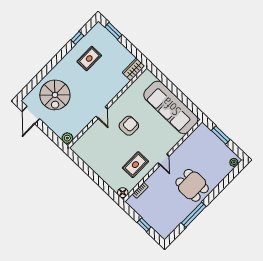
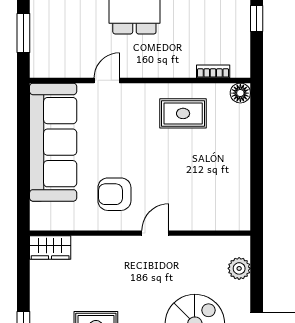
armchair: (129, 126) -> (114, 194), moved
plant: (67, 138) -> (239, 268), moved
door: (164, 160) -> (107, 80), moved

